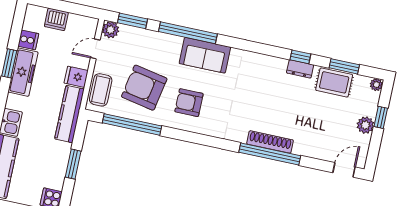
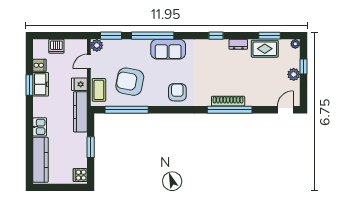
window: (300, 57) -> (216, 36), moved
freezer: (23, 72) -> (41, 84), width x0.71
armchair: (189, 103) -> (177, 92), moved, turned 90

